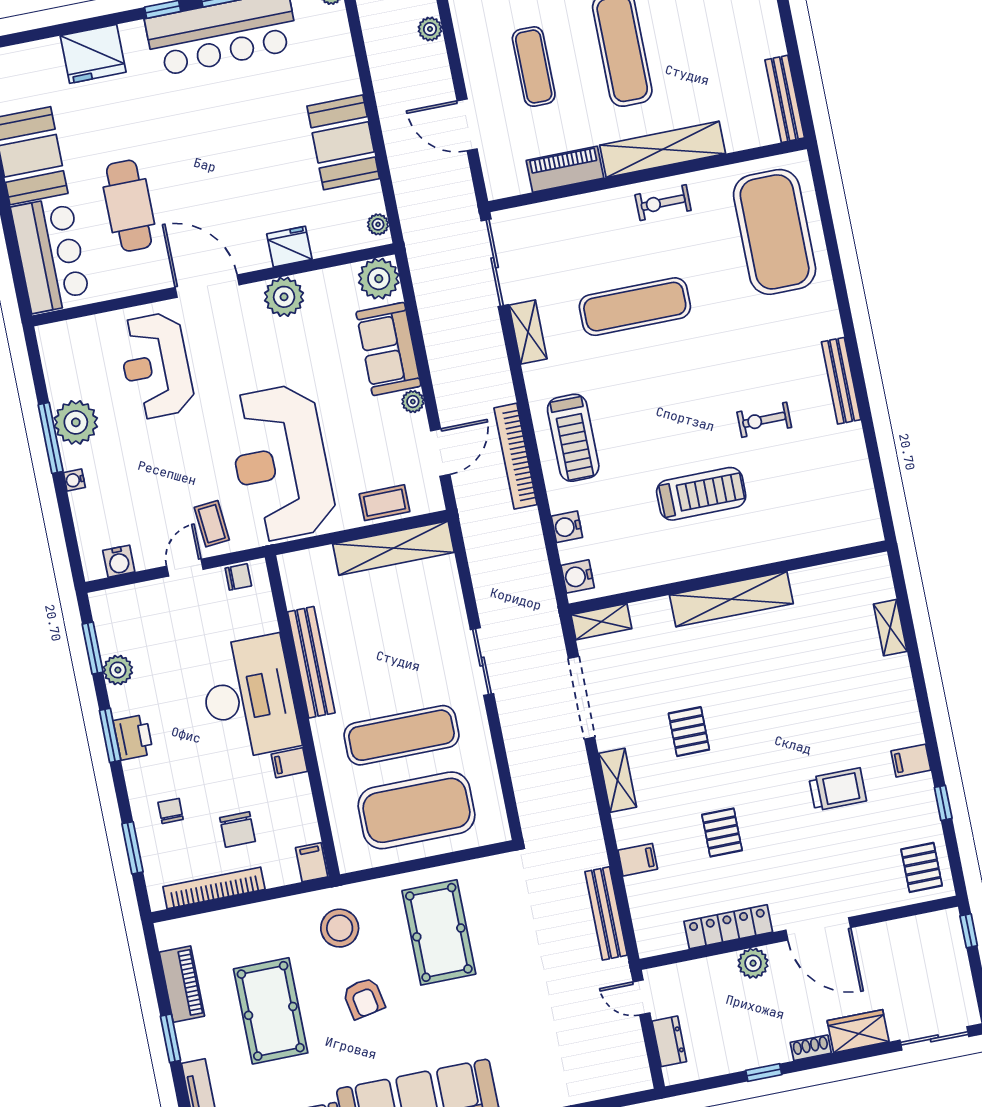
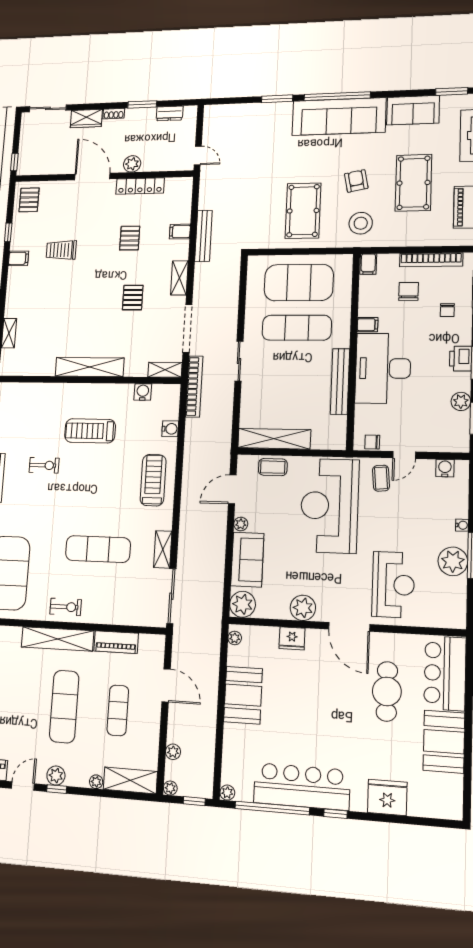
bookcase: (516, 456) -> (194, 386), moved
reception desk: (281, 463) -> (329, 506), turned 180
water cooler: (578, 576) -> (143, 392), moved, turned -90
bench: (606, 913) -> (203, 236), moved
dresser: (669, 1041) -> (170, 113), moved, turned -90
window: (764, 1073) -> (142, 104), width x1.50

